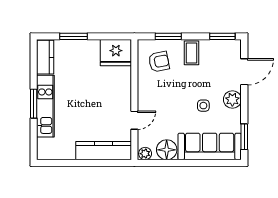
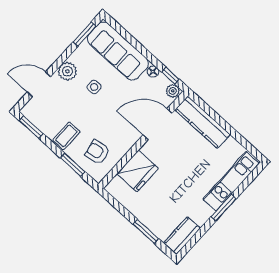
fridge: (116, 53) -> (138, 171), moved, turned 90
kitchen unit: (45, 106) -> (231, 181), moved
door: (134, 120) -> (158, 124), width x1.87
floor lamp: (167, 150) -> (153, 72), width x0.53, depth x0.53
window: (157, 163) -> (170, 76), added

